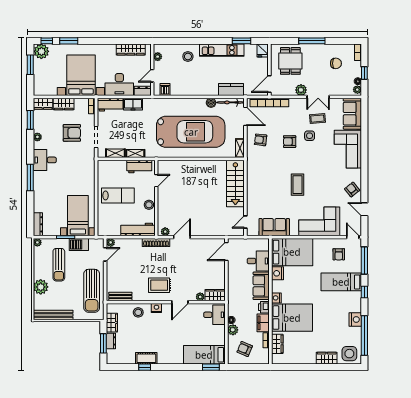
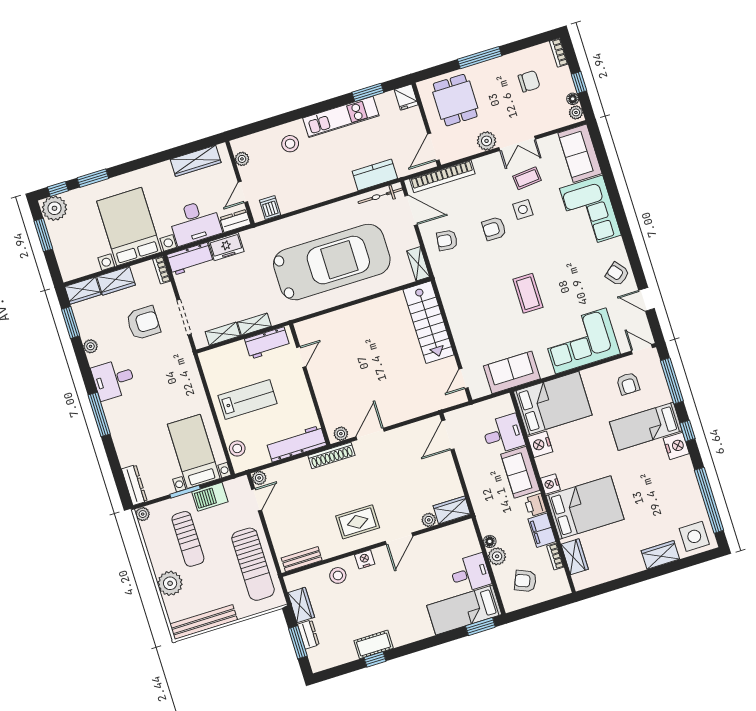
boiler: (211, 103) -> (350, 206), removed
stool: (149, 205) -> (237, 448), moved
desk: (214, 315) -> (470, 573), moved
nightstand: (355, 319) -> (676, 446), moved

